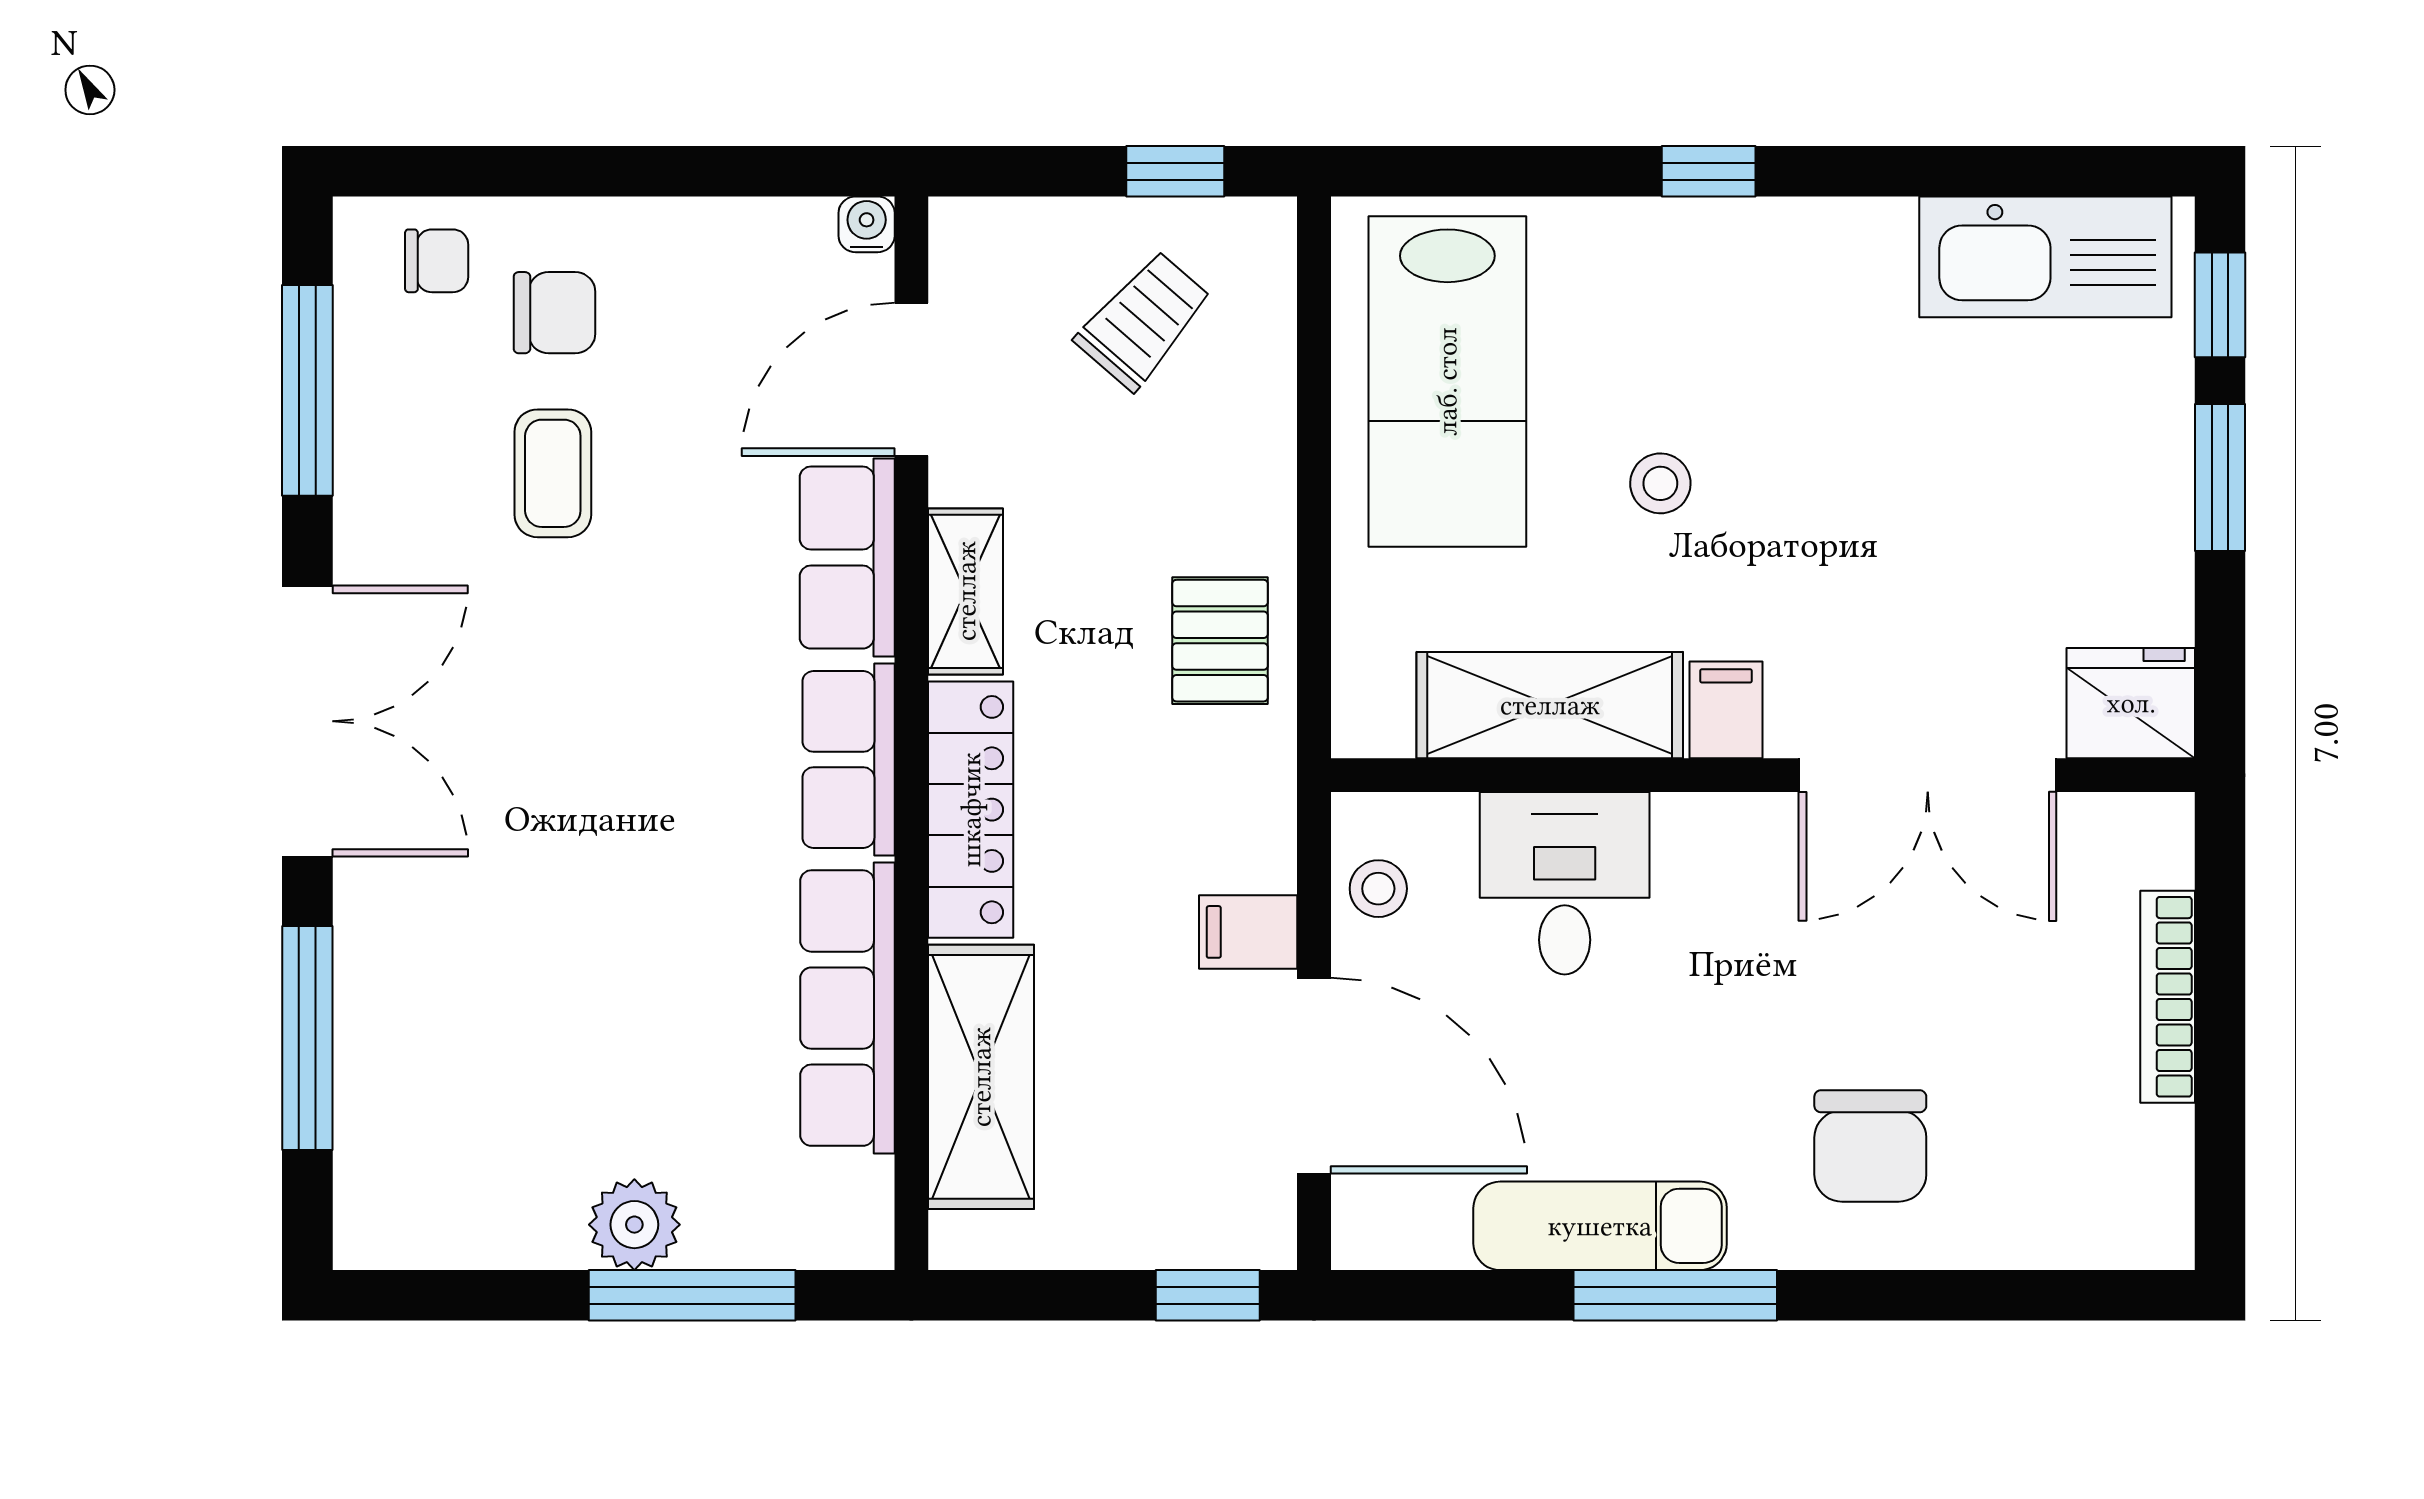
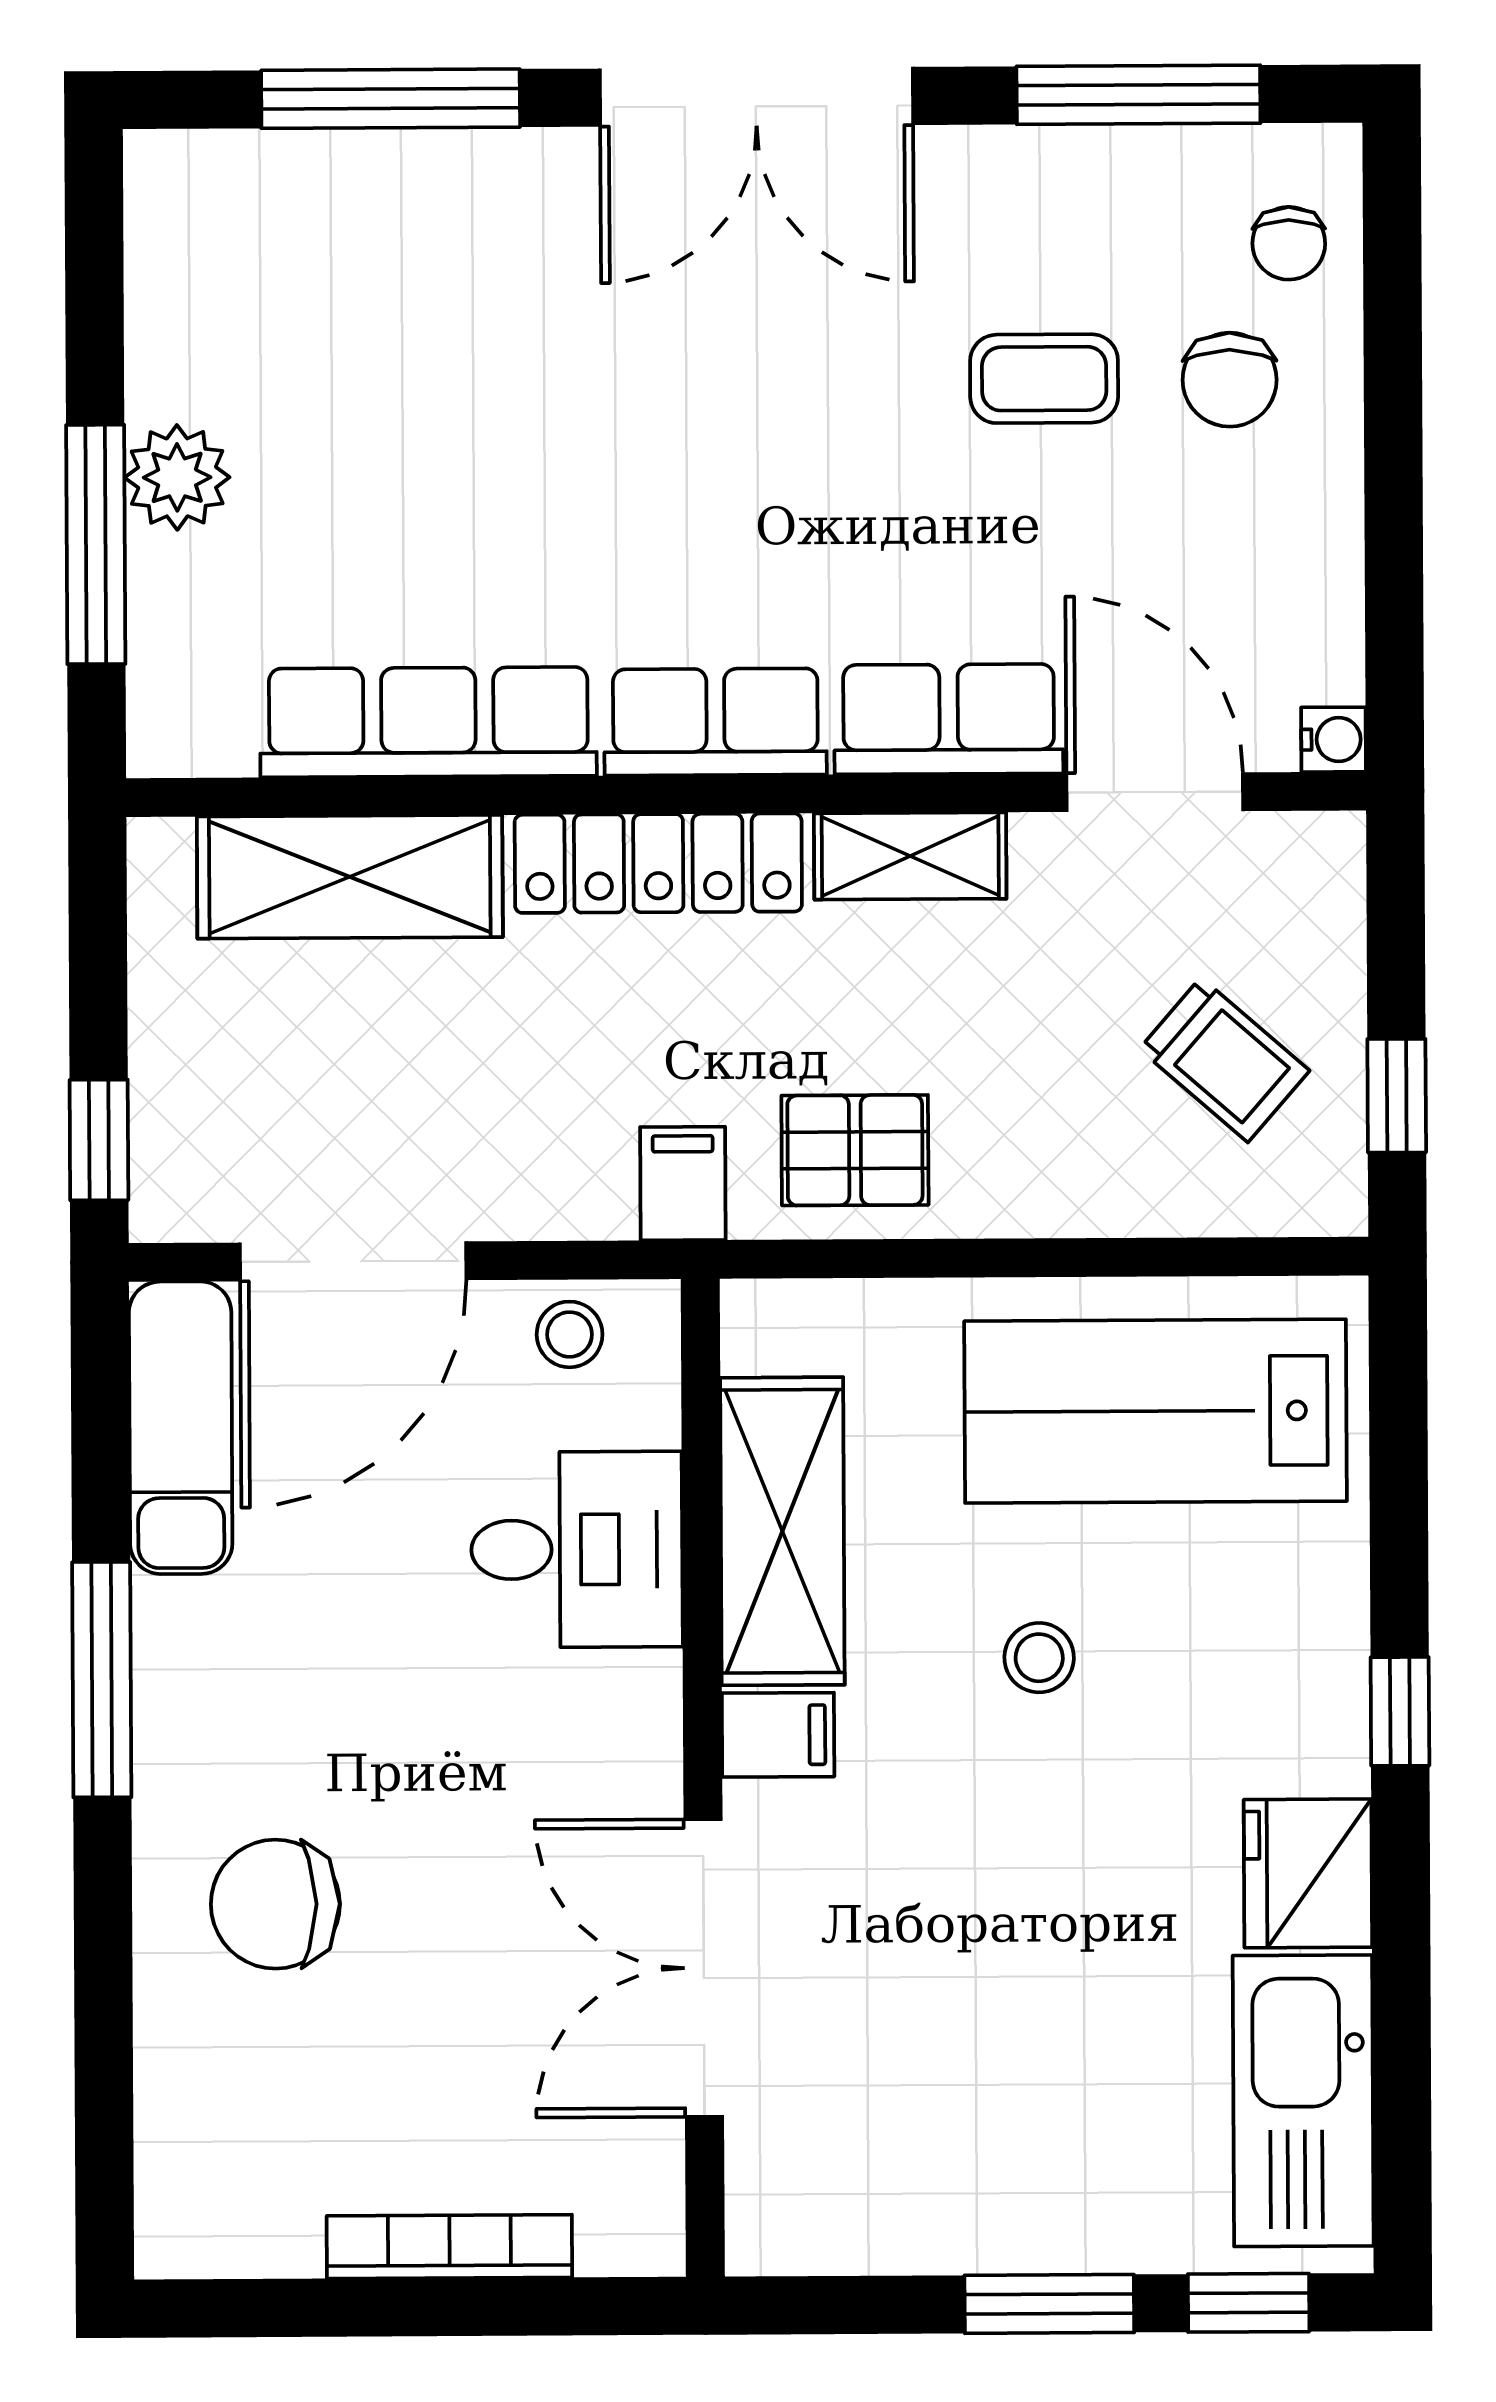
fridge: (2131, 703) -> (1308, 1873), moved, turned 180
filing cabinet: (1248, 932) -> (683, 1184), moved
exam couch: (1600, 1226) -> (181, 1428), moved

